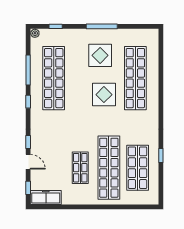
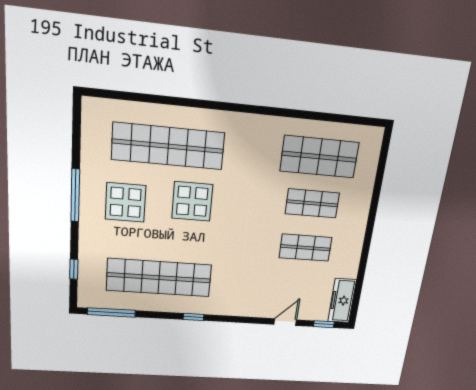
plant: (35, 33) -> (84, 301), removed
window: (28, 70) -> (111, 312), moved
window: (28, 142) -> (255, 320), removed
window: (161, 156) -> (305, 115), removed
shop shelf: (109, 168) -> (312, 203), width x0.50, depth x0.74

